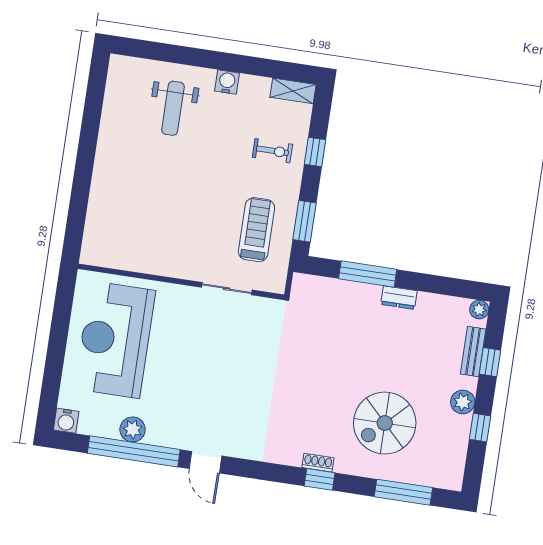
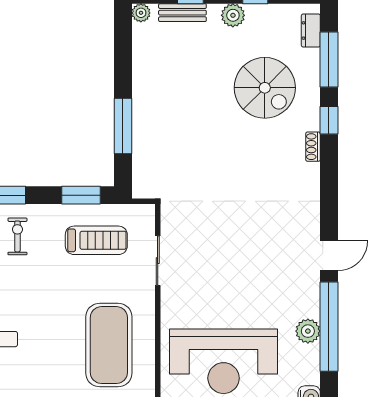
exercise mat: (149, 226) -> (109, 345), added
treadmill: (256, 230) -> (96, 240), turned 180
dresser: (399, 298) -> (311, 30), moved, turned 180
window: (320, 479) -> (329, 120), moved

